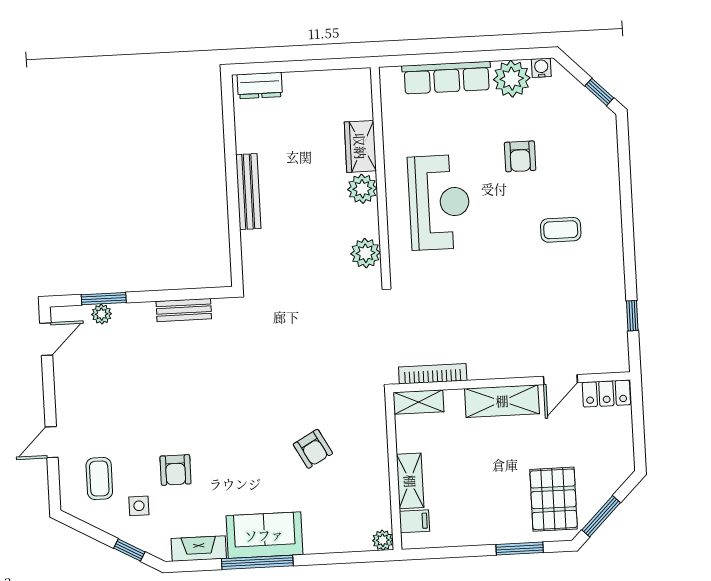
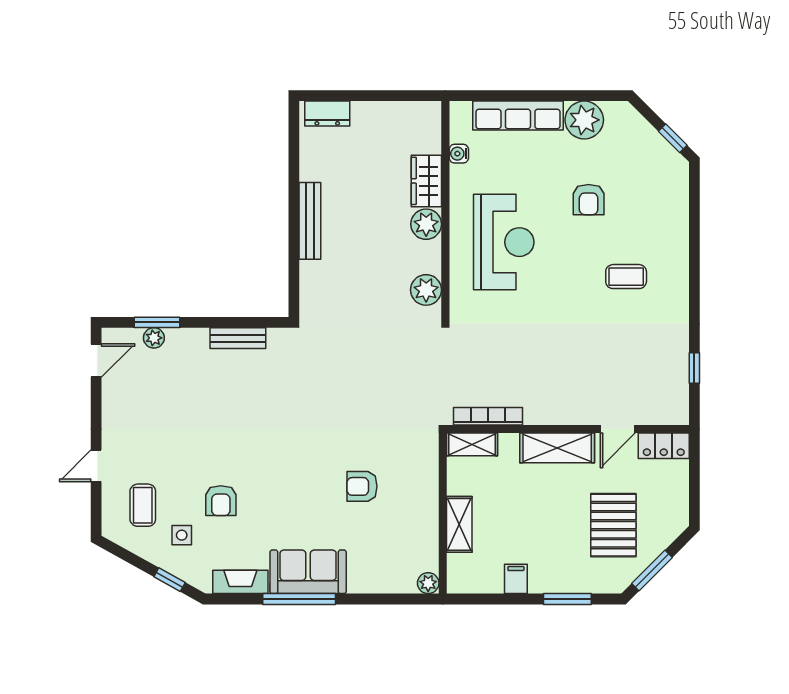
water cooler: (541, 68) -> (459, 154), moved, turned -90
armchair: (313, 449) -> (362, 486), turned 119
pallet: (554, 499) -> (613, 525), moved
filing cabinet: (414, 521) -> (516, 579), moved, turned -90

